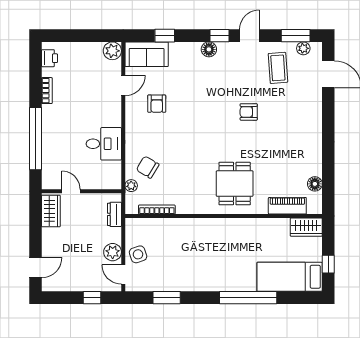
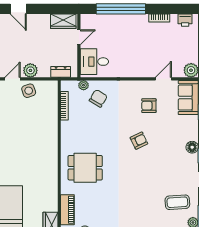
door: (123, 85) -> (163, 79), swing flipped
armchair: (249, 112) -> (139, 141), moved, turned 64
desk: (104, 144) -> (94, 62), moved, turned 90

